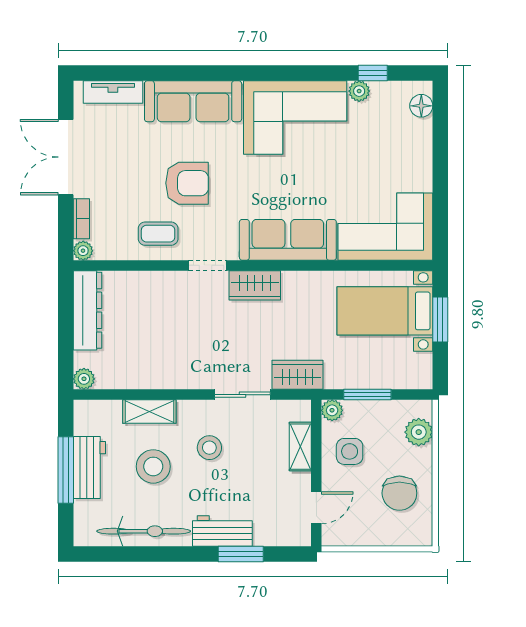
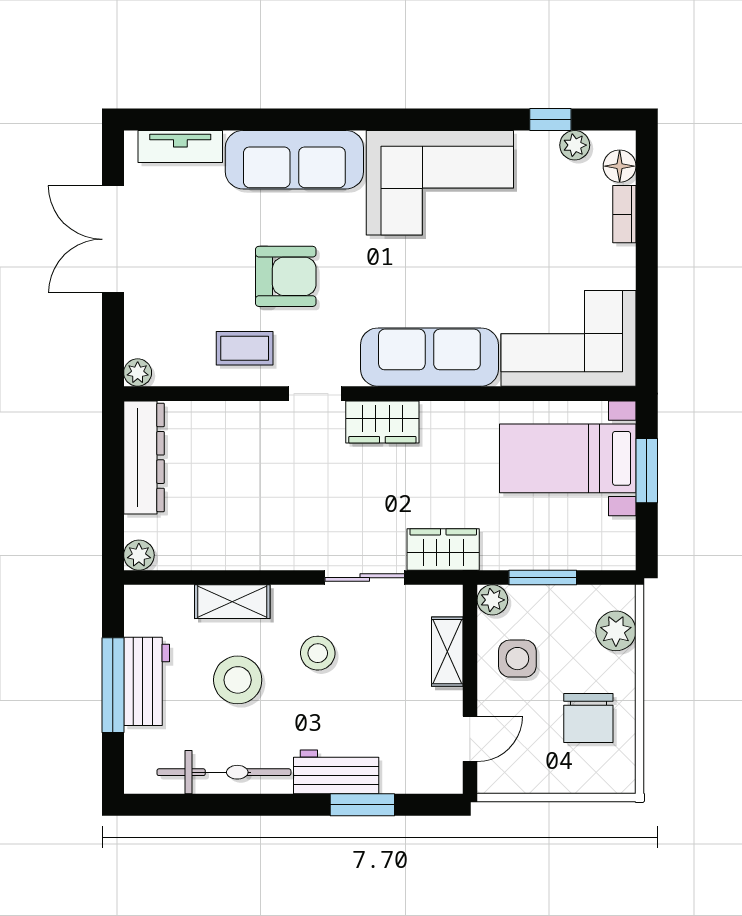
plant: (359, 91) -> (575, 145), moved
bookcase: (81, 219) -> (624, 214), moved, turned 180

